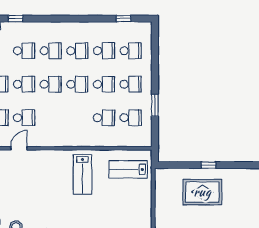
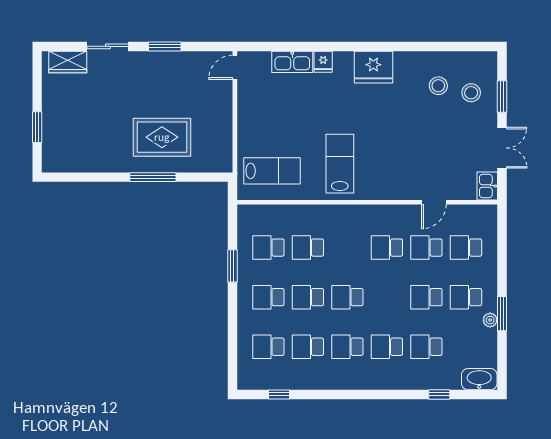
school desk: (51, 84) -> (387, 248), moved
window: (208, 165) -> (153, 177), width x2.17

